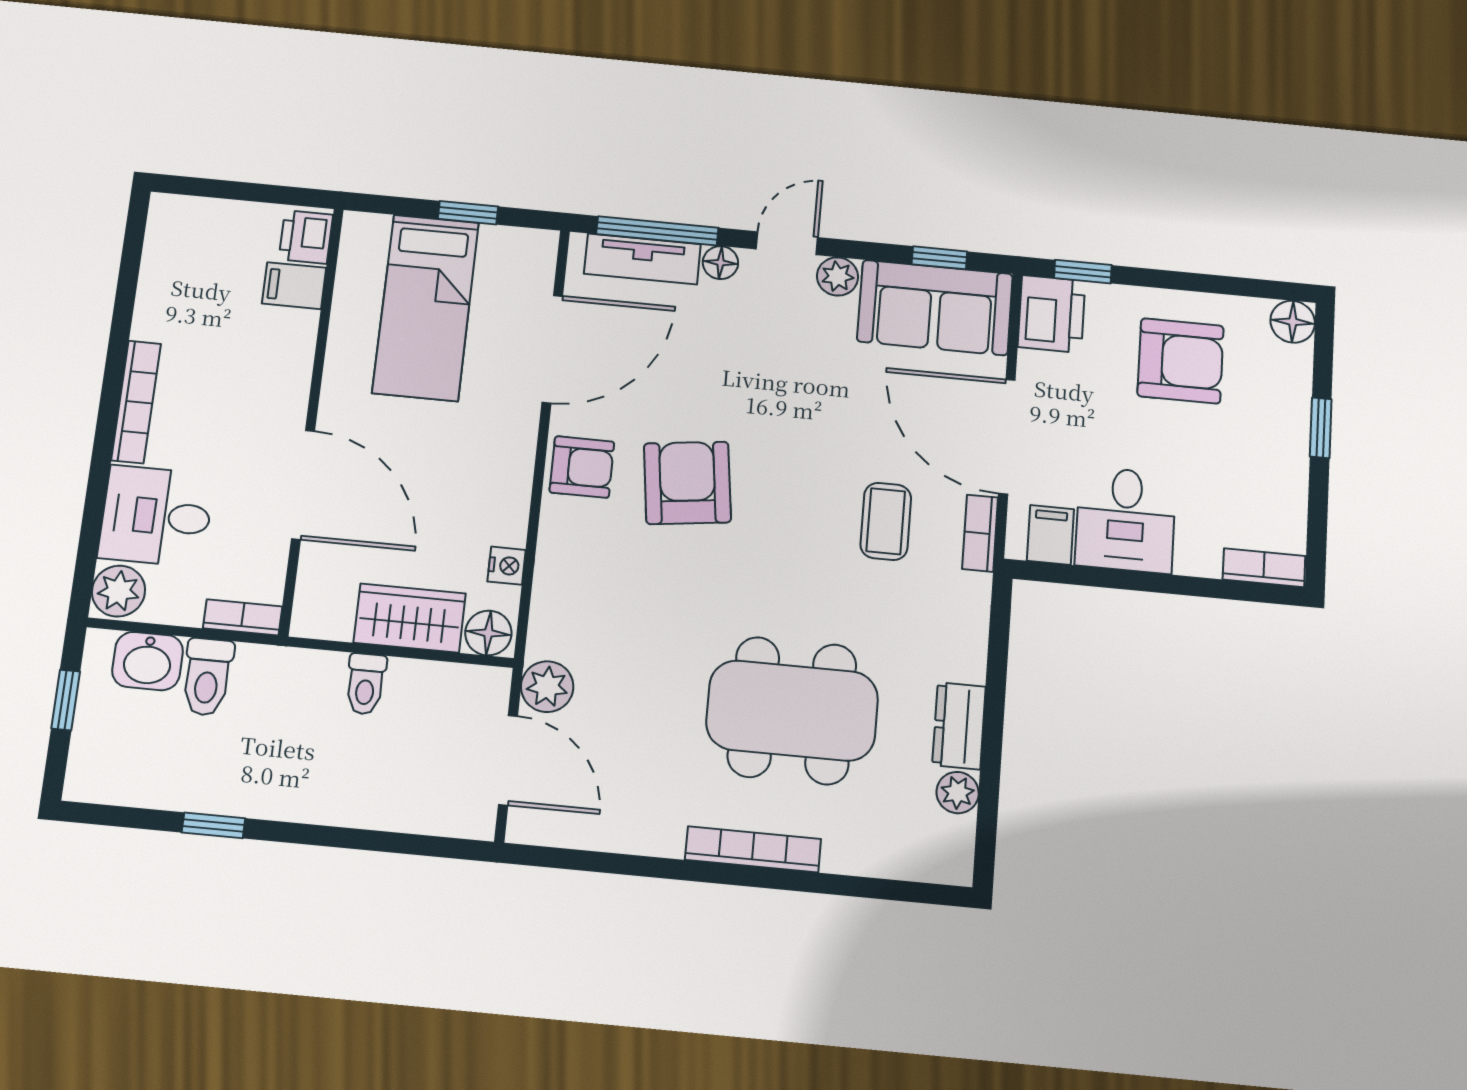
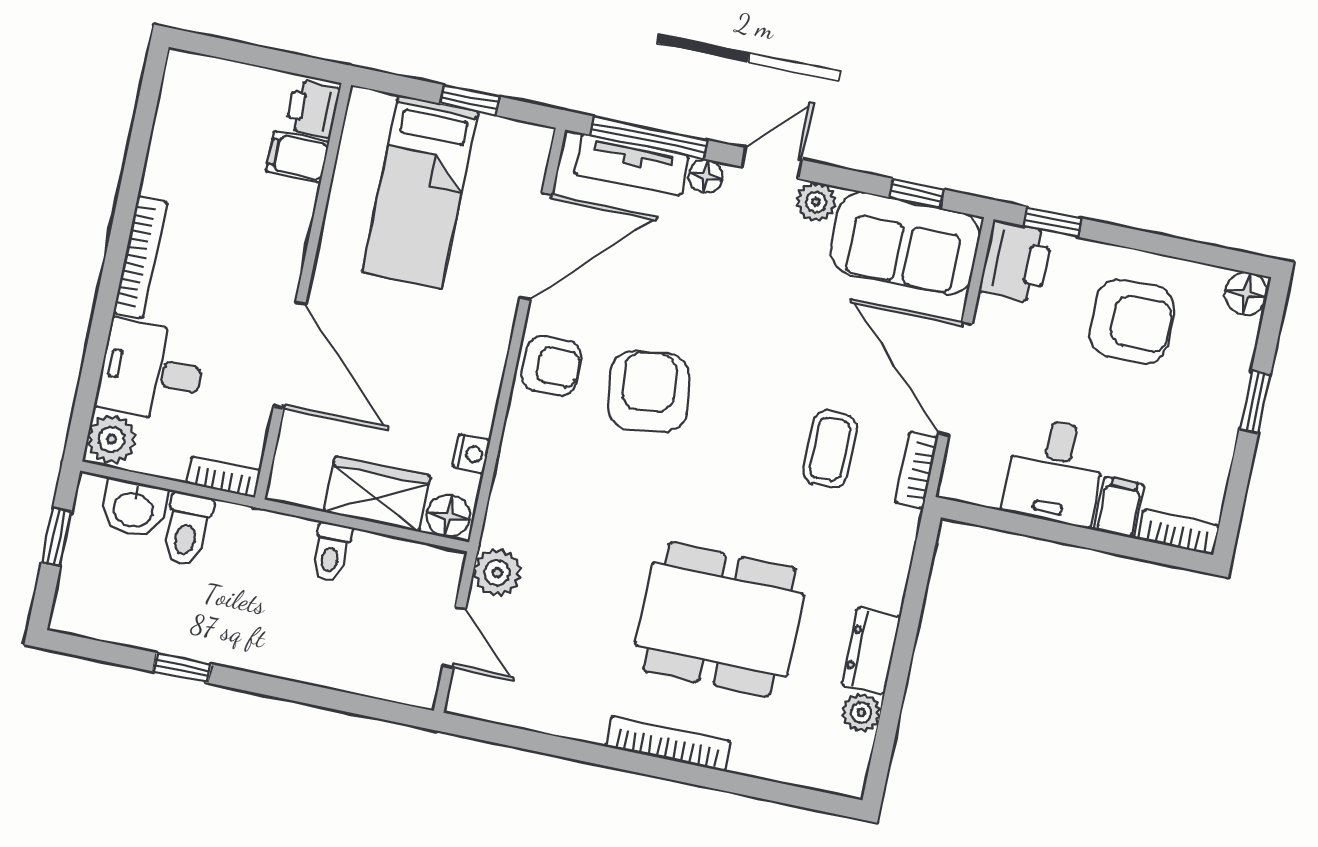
filing cabinet: (1050, 535) -> (1119, 507), moved
door: (508, 760) -> (454, 637), width x0.73

